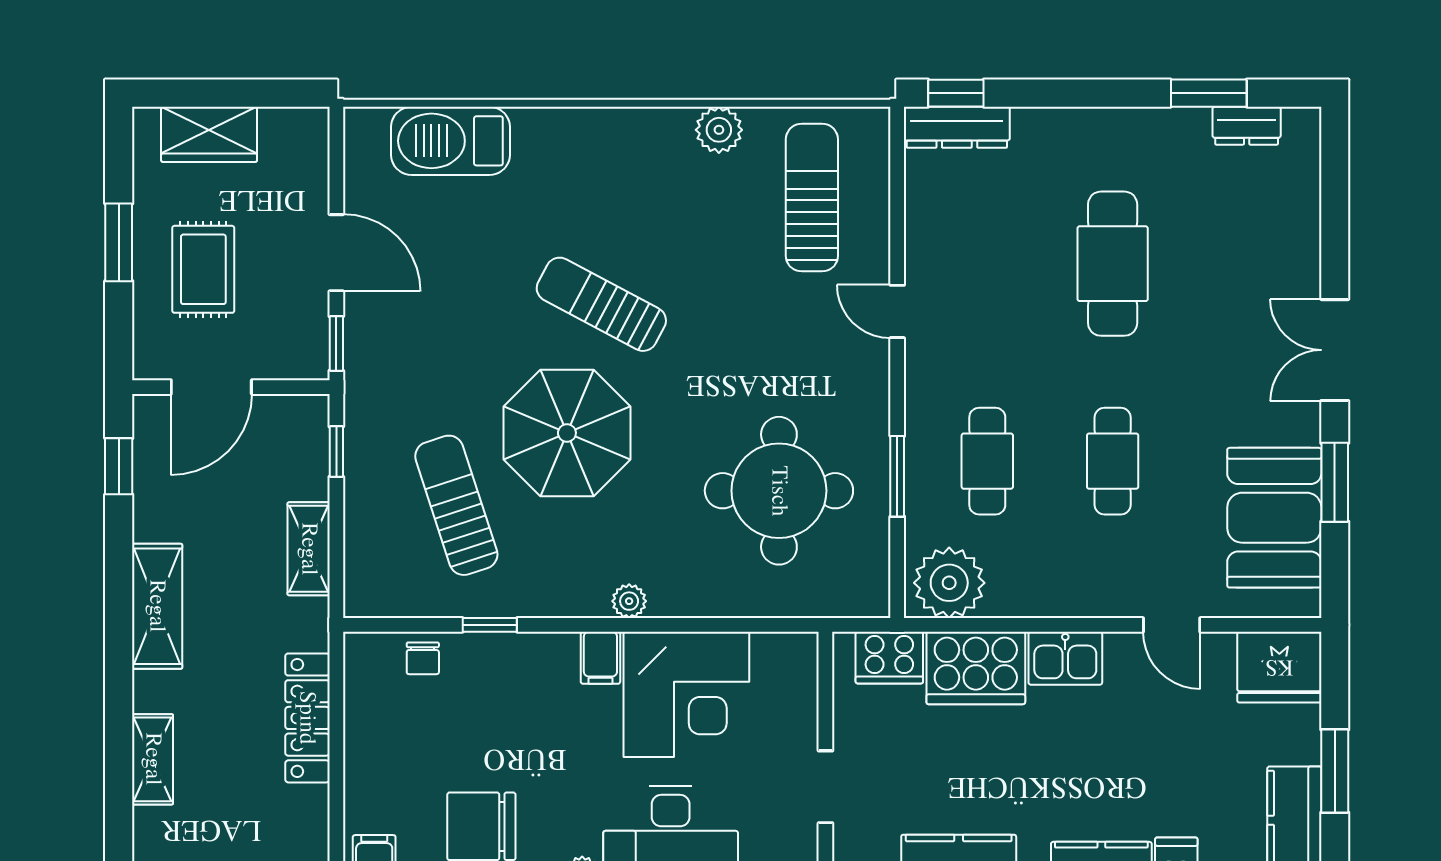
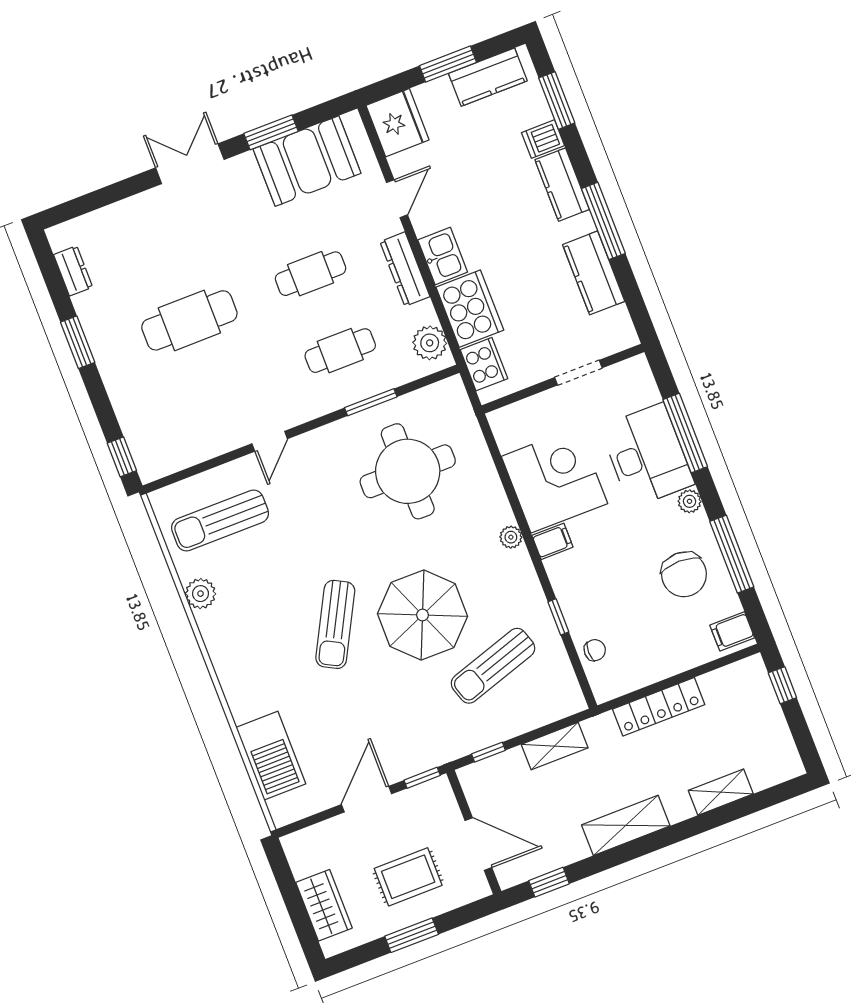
window: (1209, 93) -> (78, 342), moved
dresser: (957, 127) -> (405, 269), moved, turned 180
double door: (1335, 350) -> (190, 164), swing flipped
plant: (949, 583) -> (430, 343), width x0.73, depth x0.73

